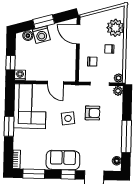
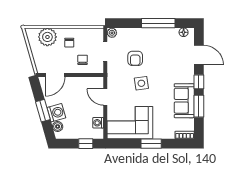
washing machine: (20, 75) -> (98, 123), moved
plant: (119, 78) -> (99, 33), removed
door: (55, 83) -> (105, 97), swing flipped
armchair: (92, 113) -> (135, 58), turned 180
sofa: (63, 160) -> (184, 101), moved
window: (34, 174) -> (199, 106), moved

